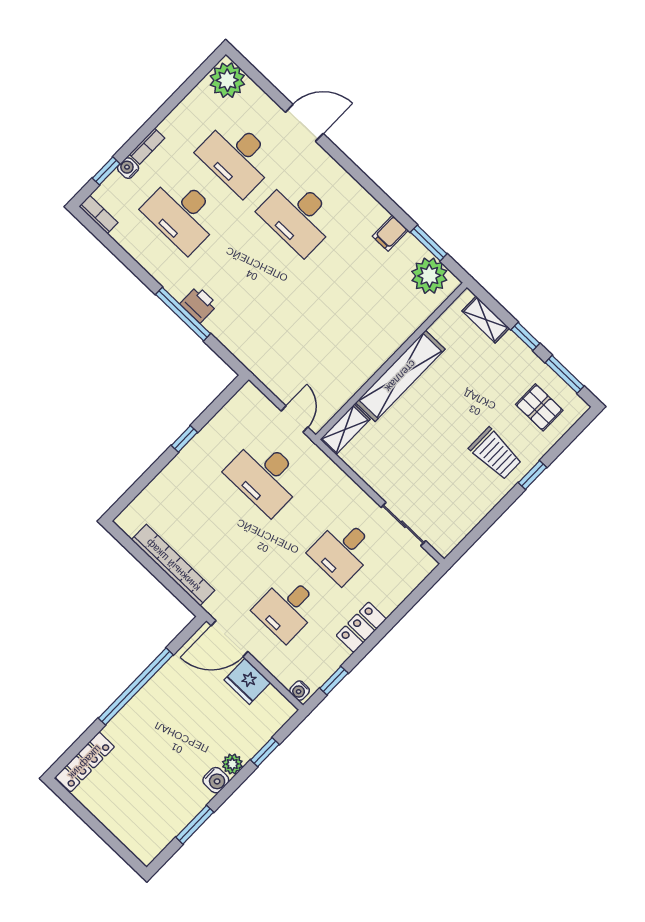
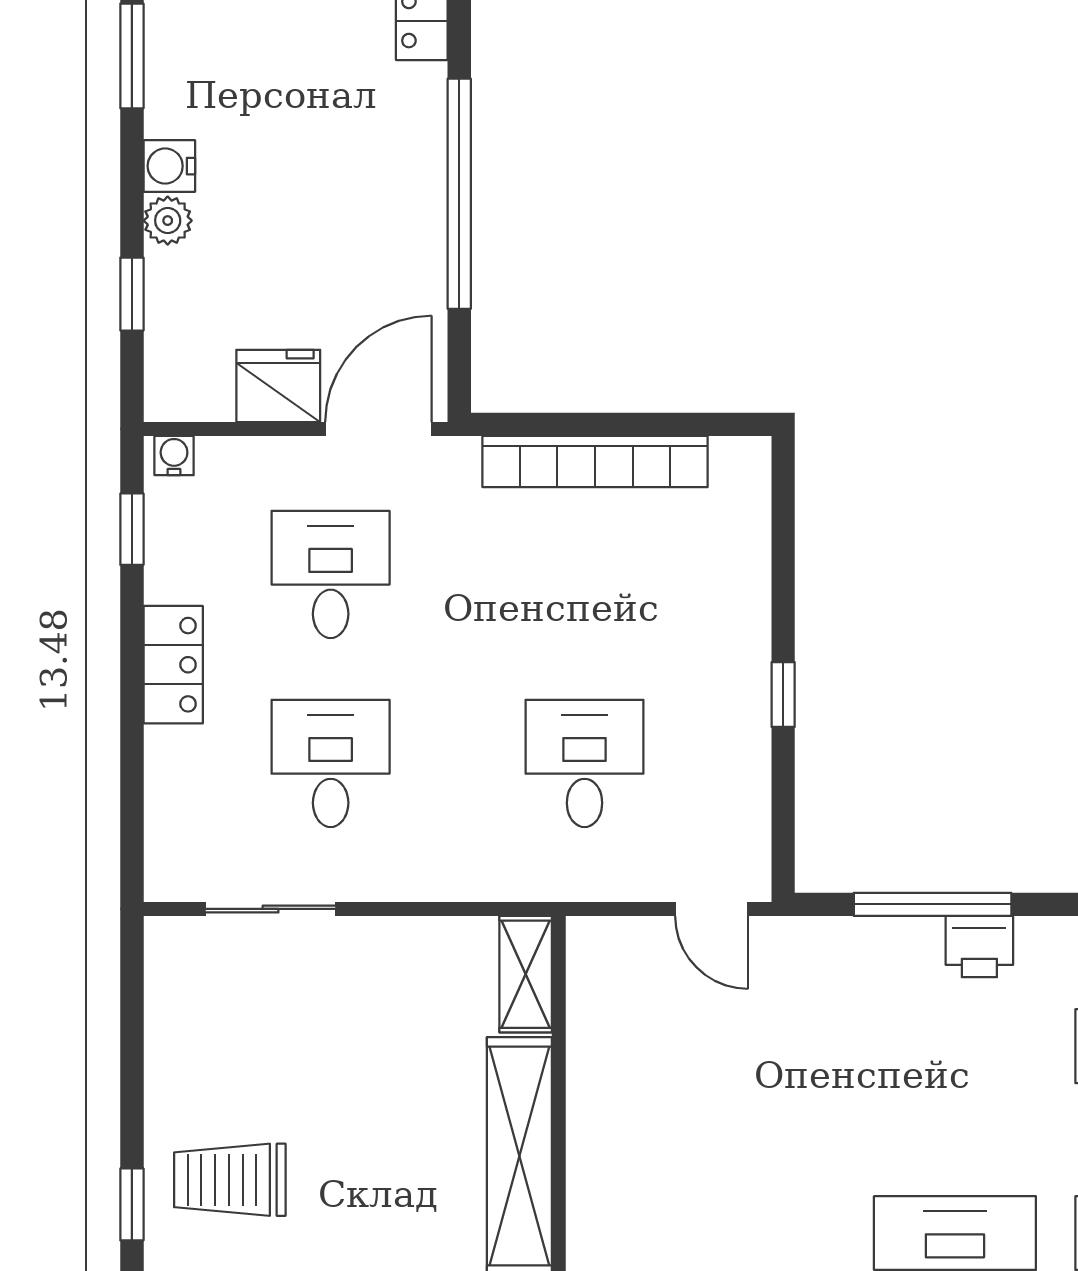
window: (183, 314) -> (933, 904), moved
door: (295, 419) -> (712, 909), moved
desk: (265, 476) -> (584, 763), width x0.73

